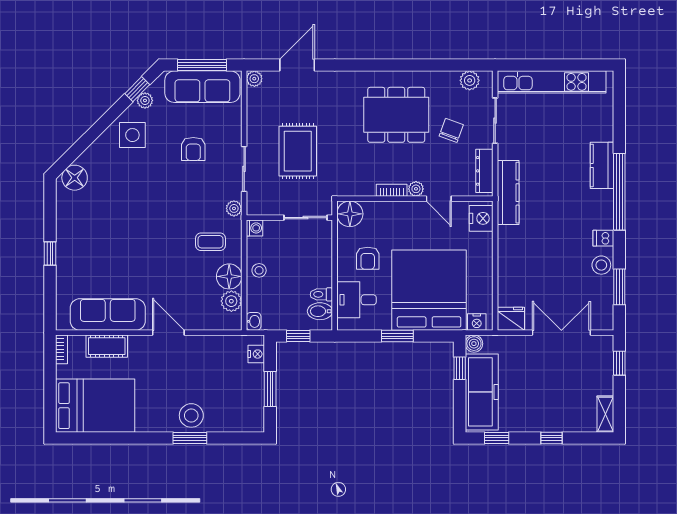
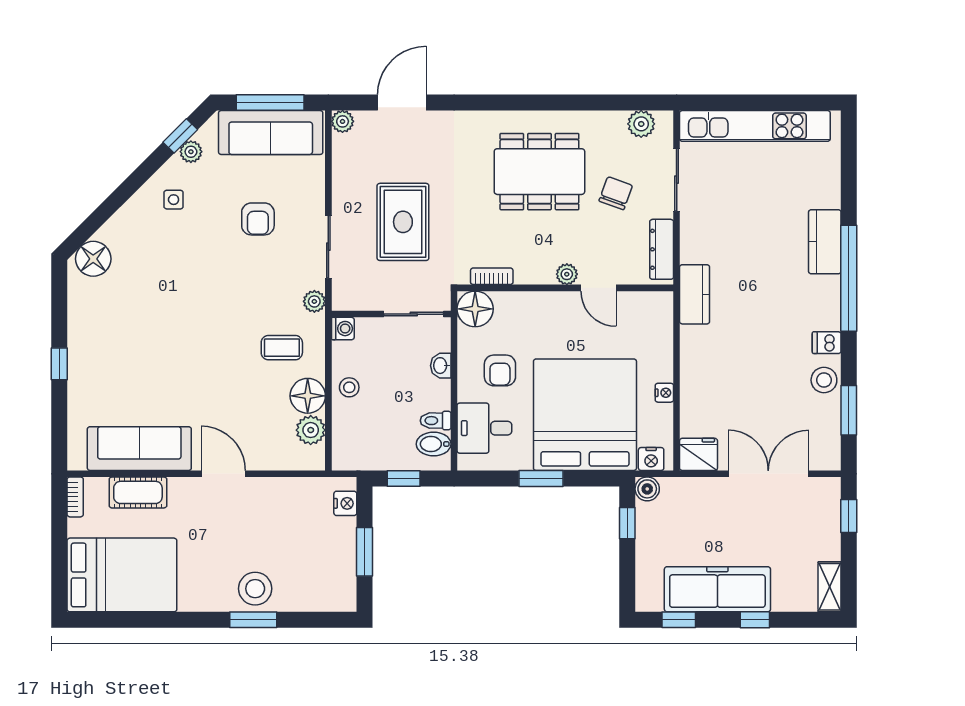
side table: (132, 135) -> (174, 200), width x0.54, depth x0.54
bookcase: (392, 190) -> (492, 276), moved
kitchen counter: (508, 193) -> (695, 294), width x0.67
nightstand: (481, 218) -> (664, 393), moved, width x0.53, depth x0.56
washbasin: (254, 321) -> (441, 366), moved, turned 180
freezer: (482, 392) -> (717, 589), moved, turned -90

